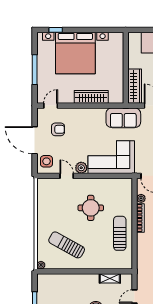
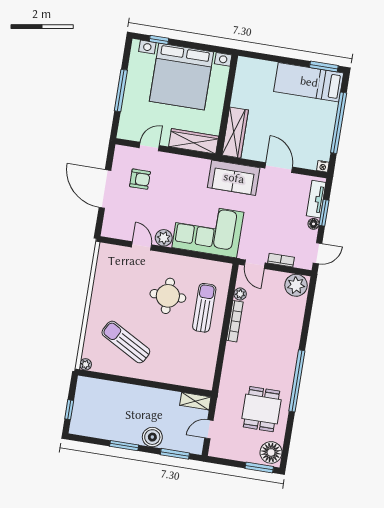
wall: (126, 68) -> (227, 105), moved
wardrobe: (135, 86) -> (235, 133), moved
door: (51, 106) -> (149, 147), moved
side table: (46, 161) -> (117, 221), removed
sun lounger: (120, 233) -> (204, 308), moved
shelving: (110, 278) -> (195, 401), moved

